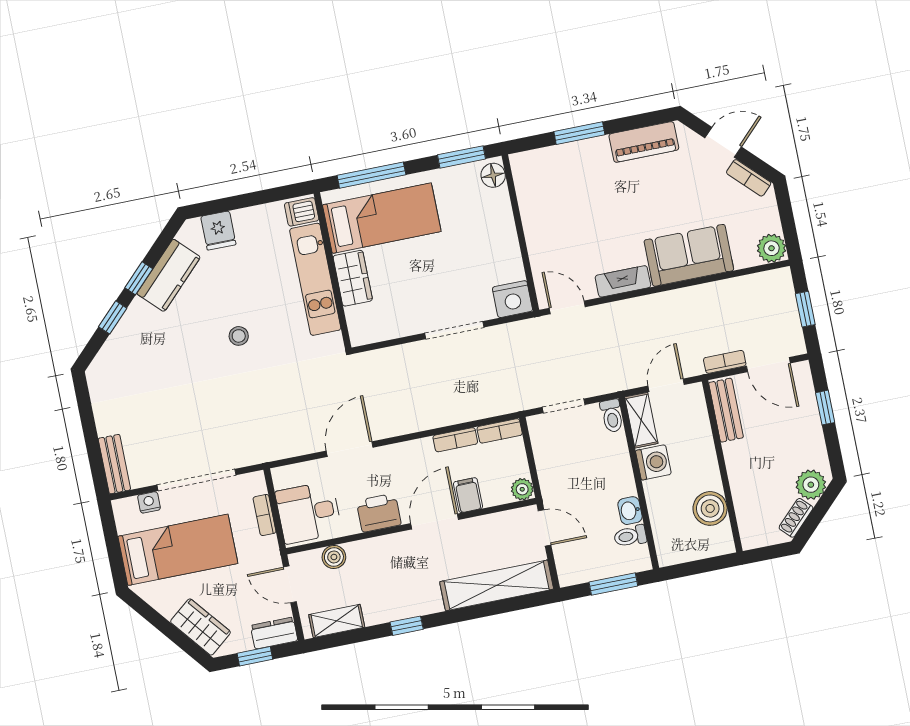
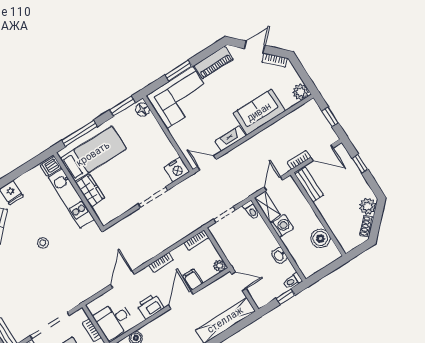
corner sofa: (565, 179) -> (180, 97), added
bookcase: (455, 440) -> (161, 262), moved
toilet: (630, 536) -> (292, 281), moved
window: (613, 584) -> (285, 297), width x0.67

